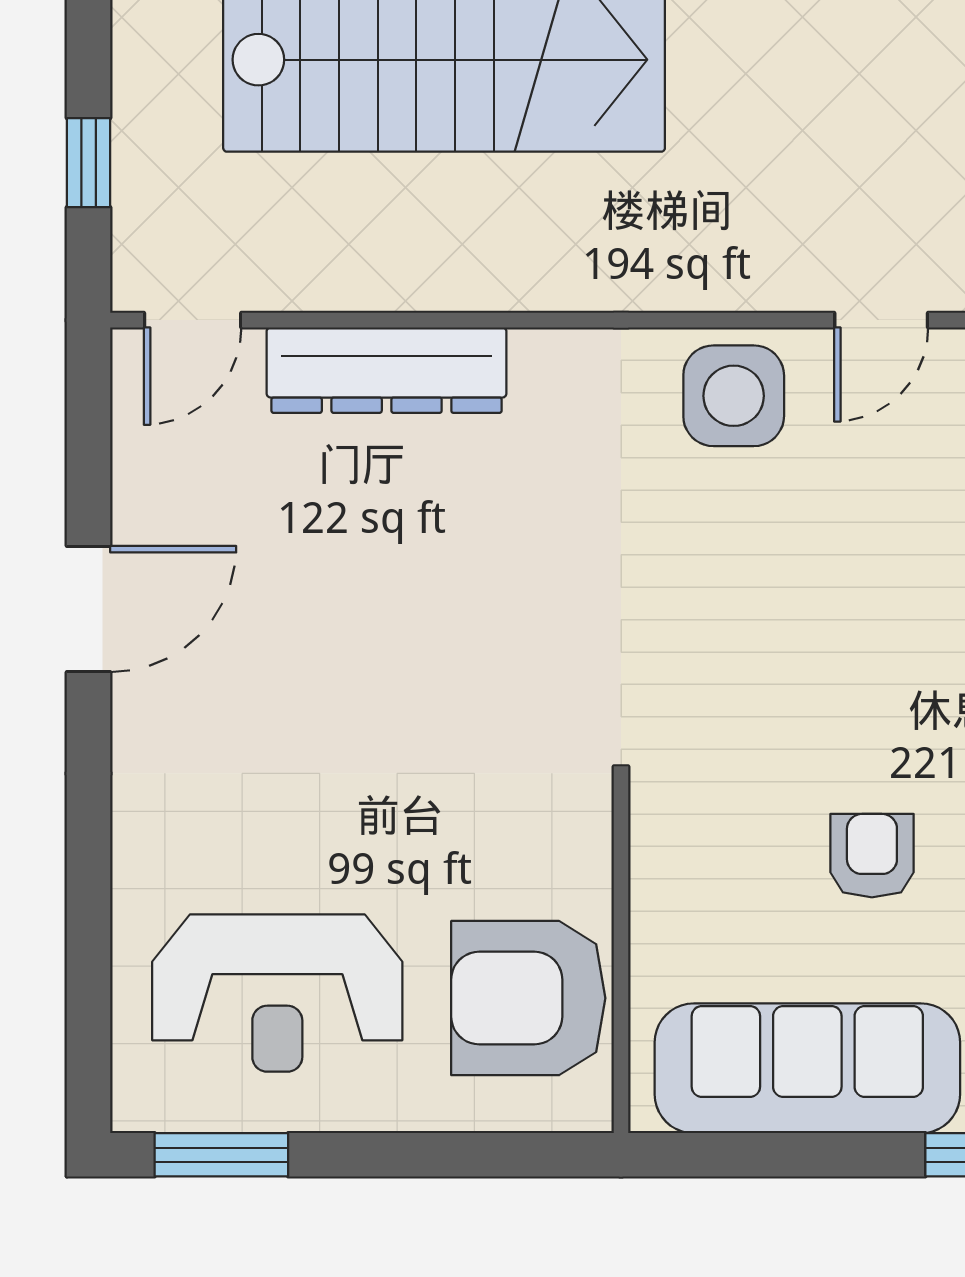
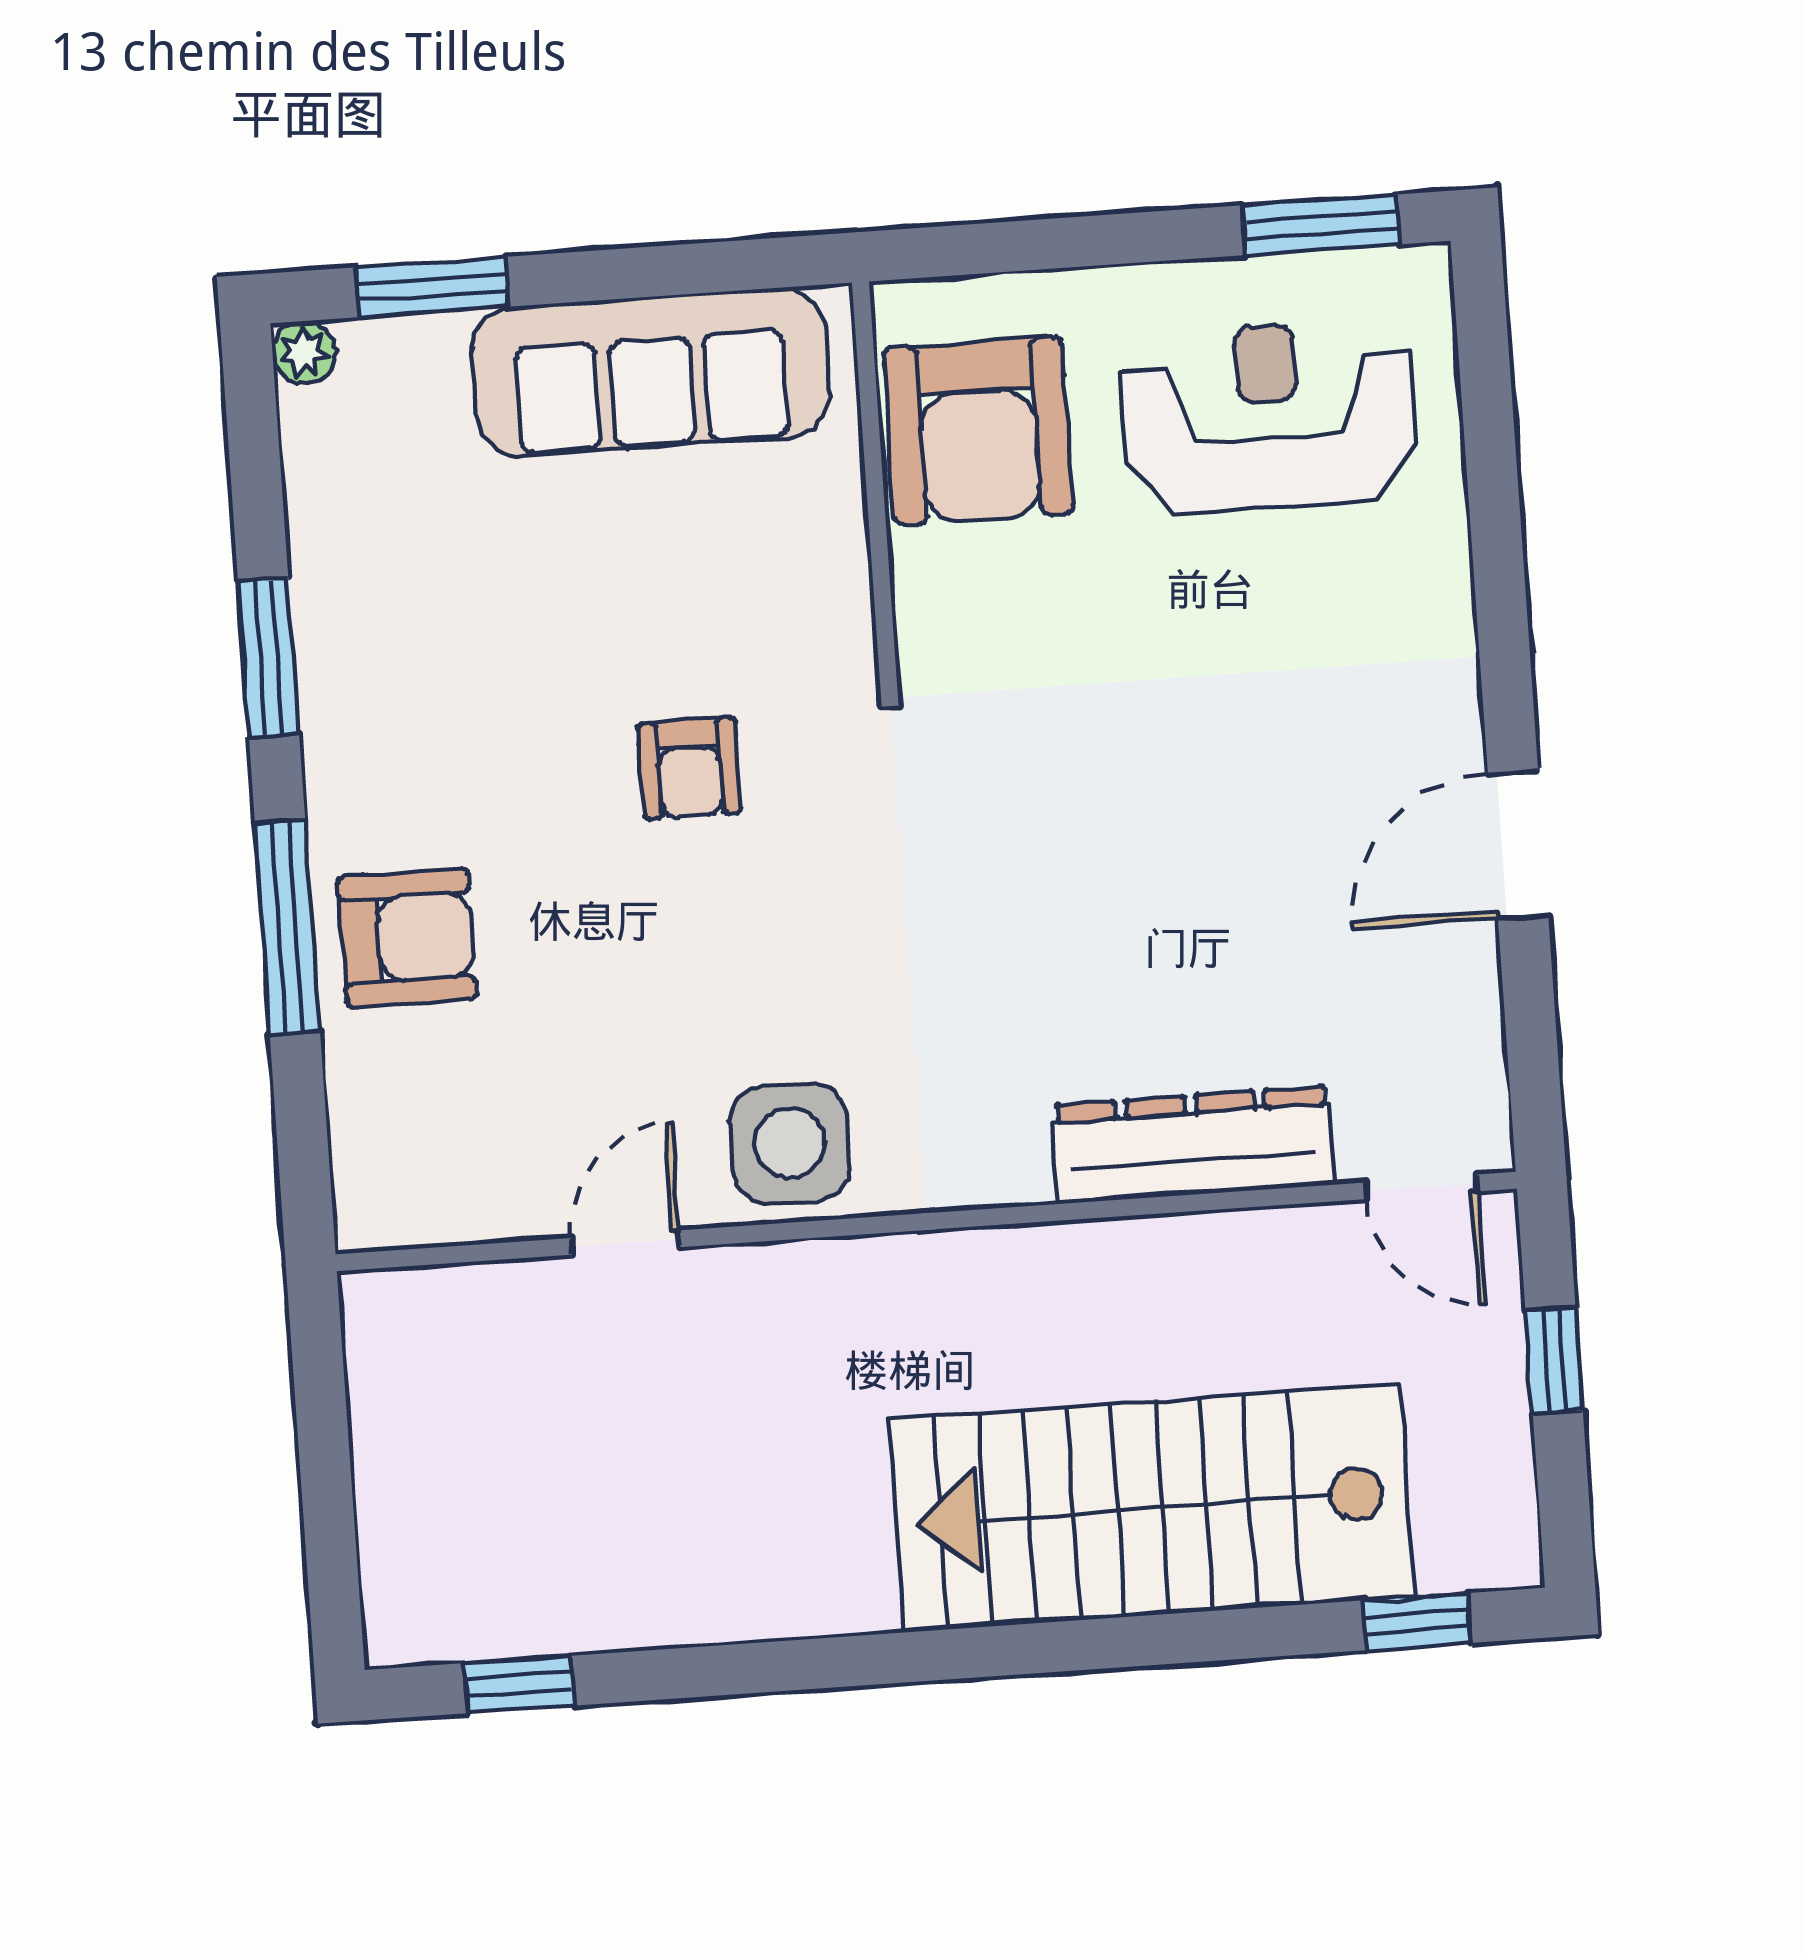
door: (193, 320) -> (1421, 1187), swing flipped
armchair: (872, 856) -> (689, 768), moved
armchair: (528, 998) -> (979, 431), turned 90

